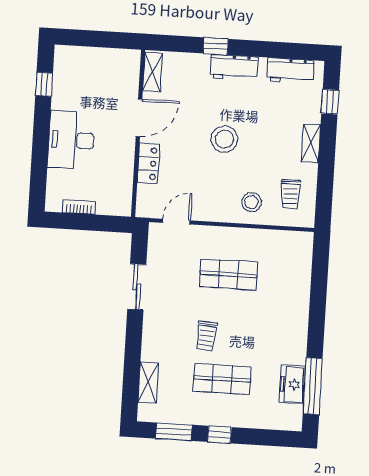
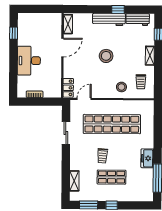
window: (216, 46) -> (118, 9), moved
workbench: (234, 67) -> (109, 20), width x1.37
locker: (148, 163) -> (68, 88), moved
shop shelf: (229, 274) -> (112, 124), width x2.00, depth x1.36
freezer: (292, 384) -> (147, 158), moved

